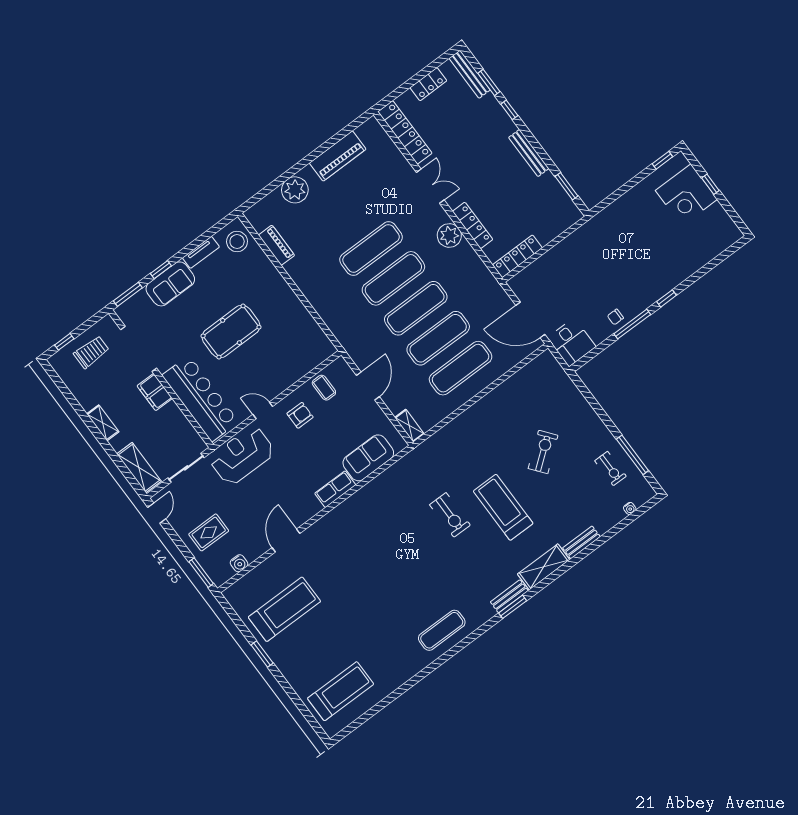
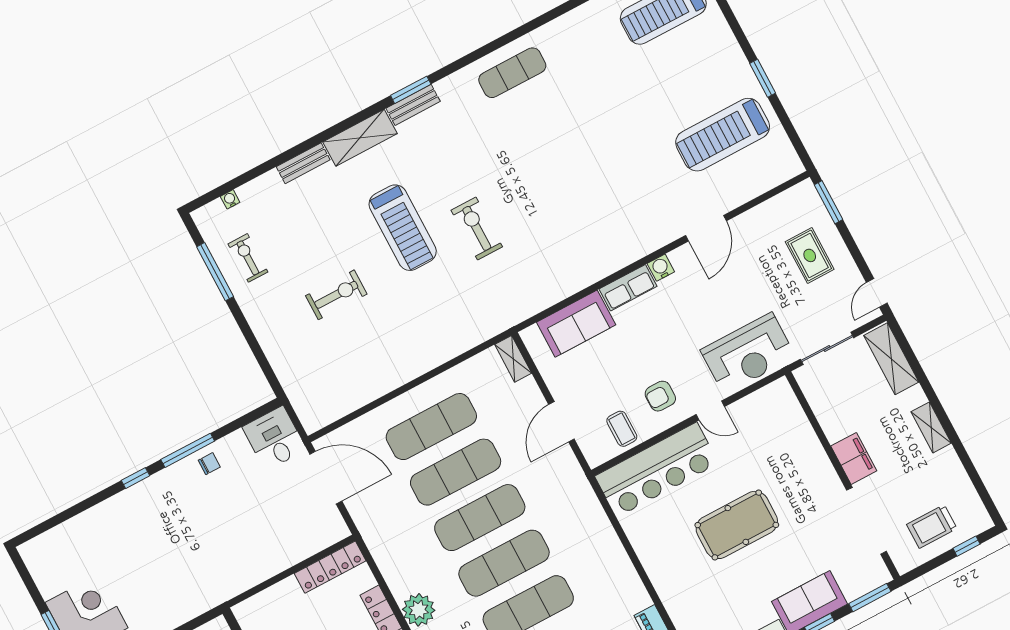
bar counter: (200, 398) -> (657, 470), moved, turned -90
exercise bike: (543, 452) -> (336, 295), turned -142
rug: (209, 532) -> (810, 255), turned 90
water cooler: (239, 563) -> (661, 268), moved

